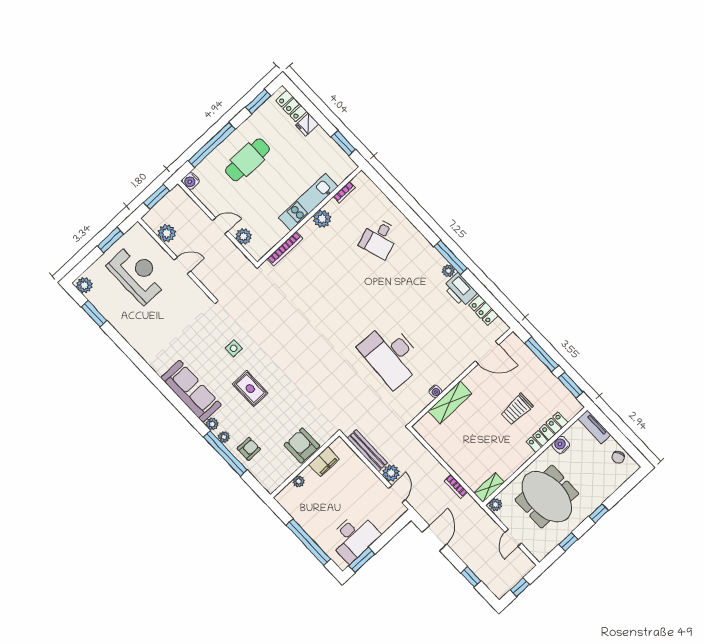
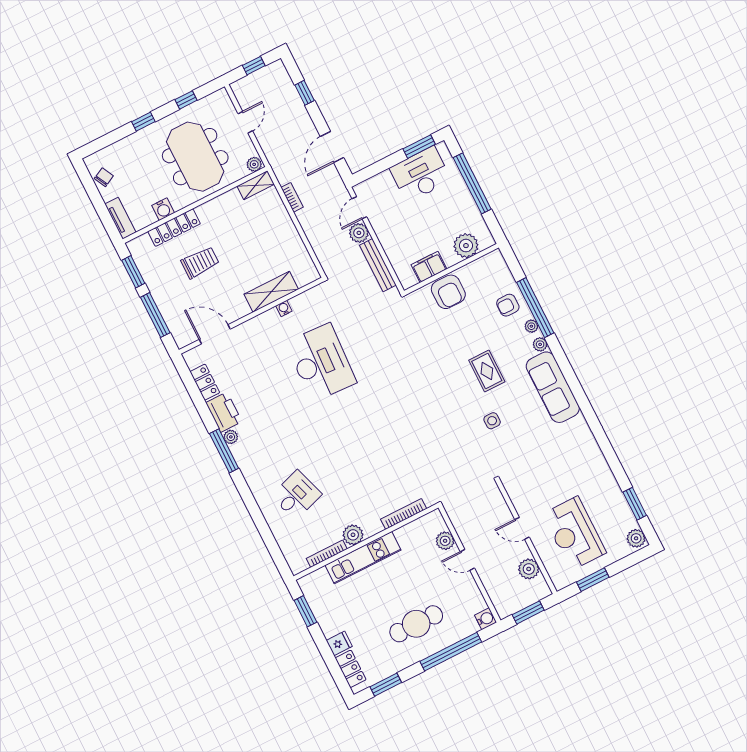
bookcase: (344, 192) -> (327, 554), width x1.56
plant: (299, 481) -> (466, 246), width x1.88, depth x1.88

